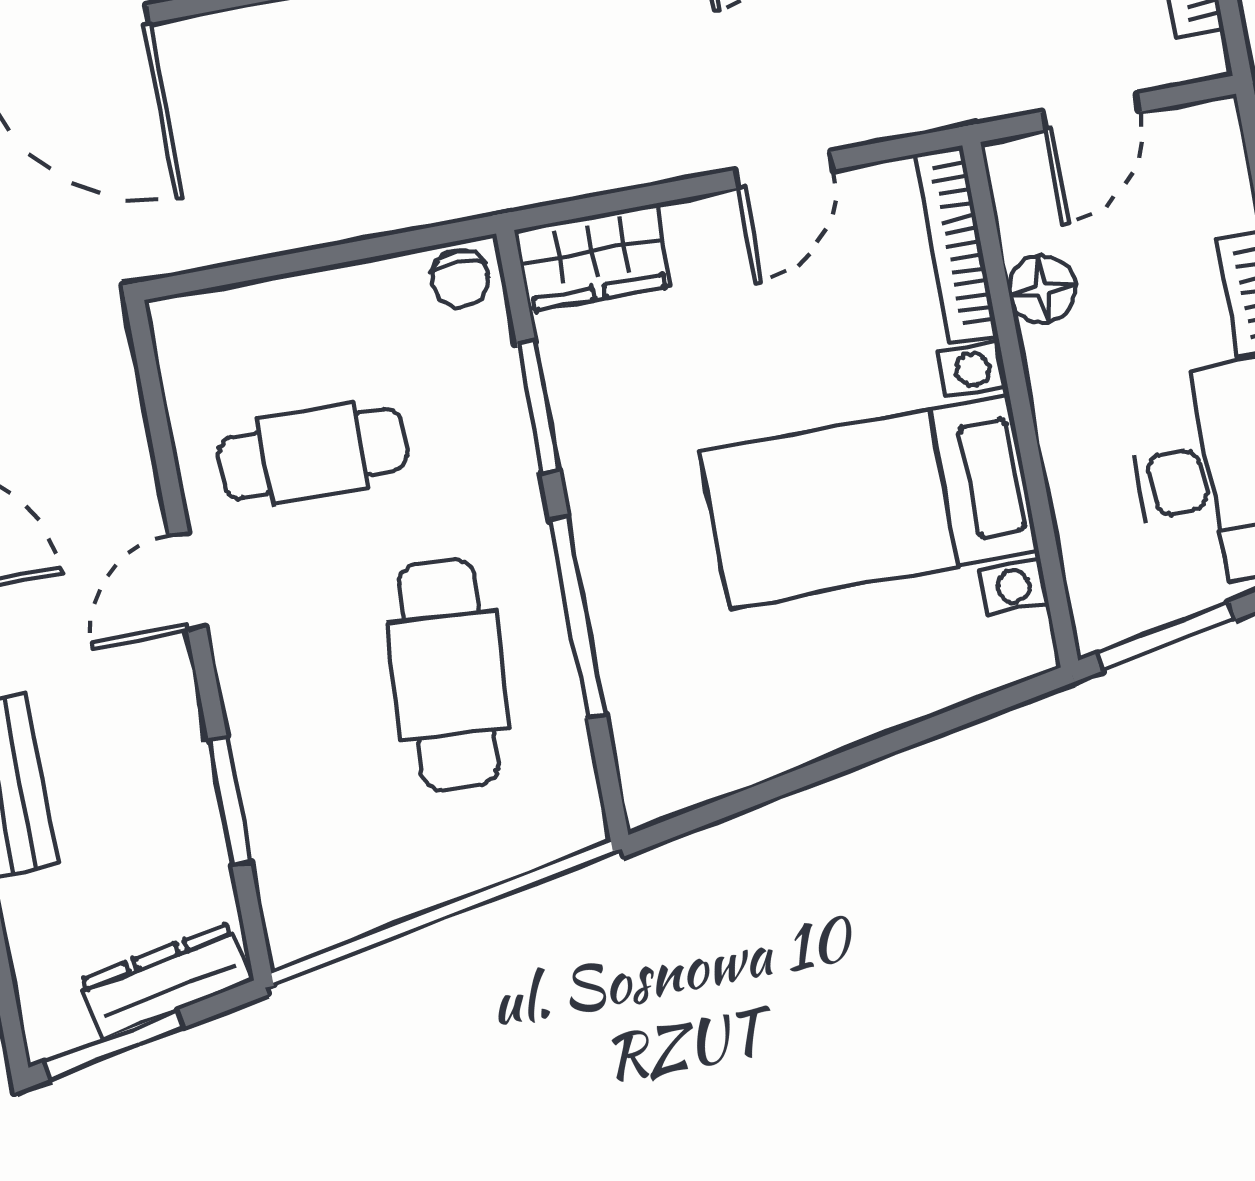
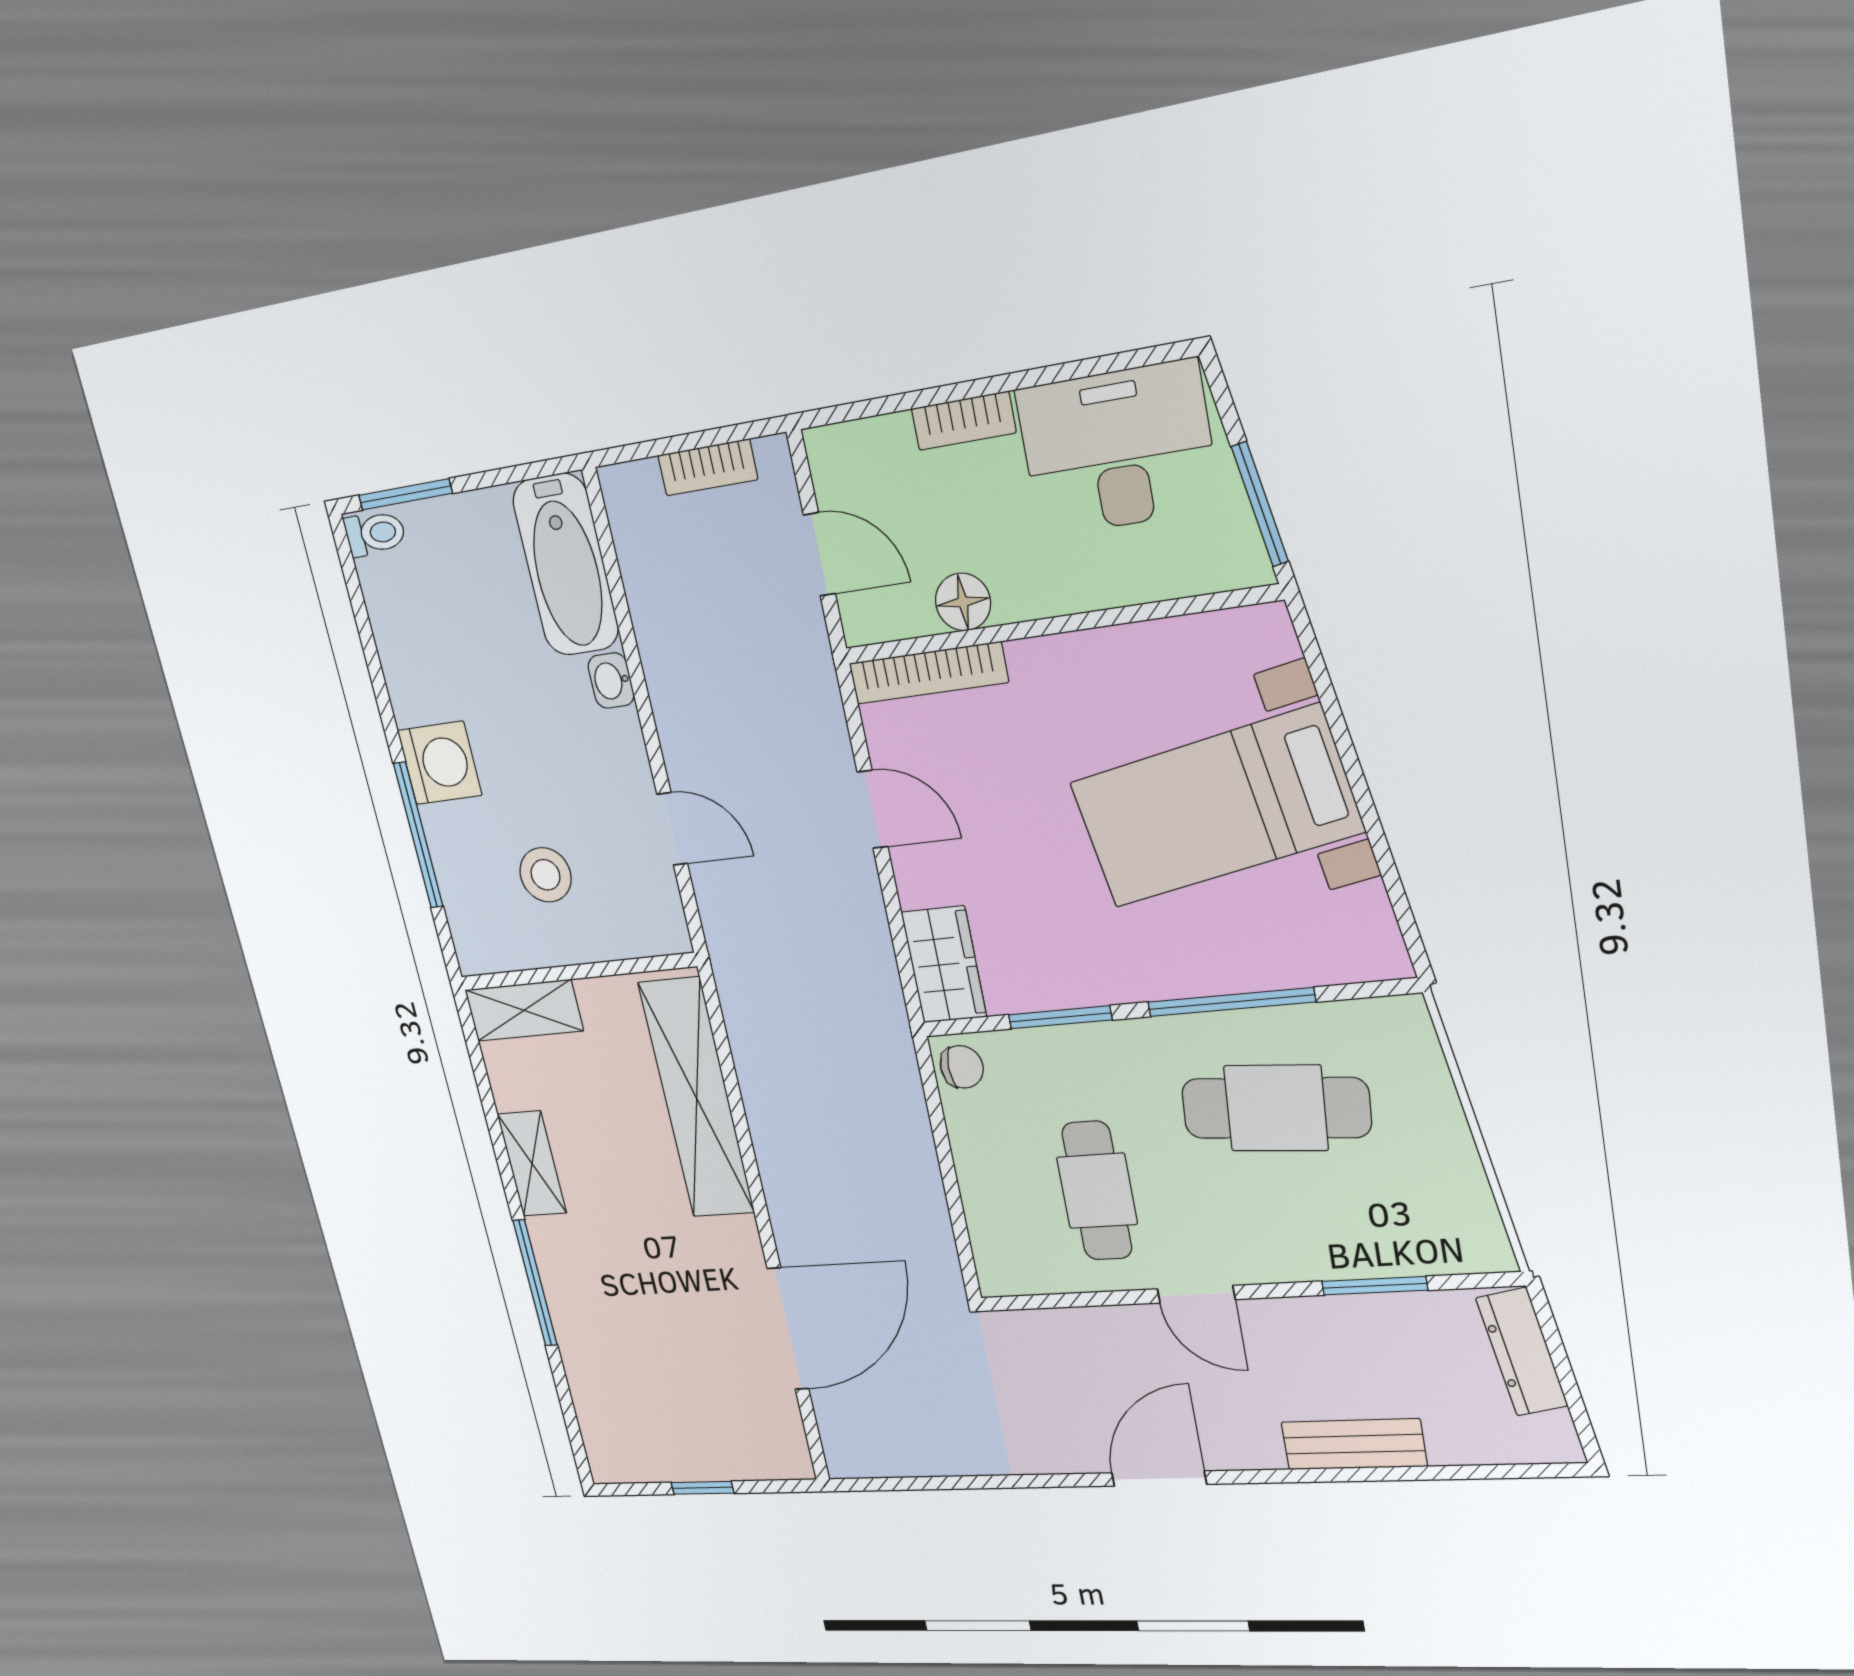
bed with nightstands: (869, 501) -> (1216, 807), moved, turned 79
window: (114, 1044) -> (1573, 1398), removed

